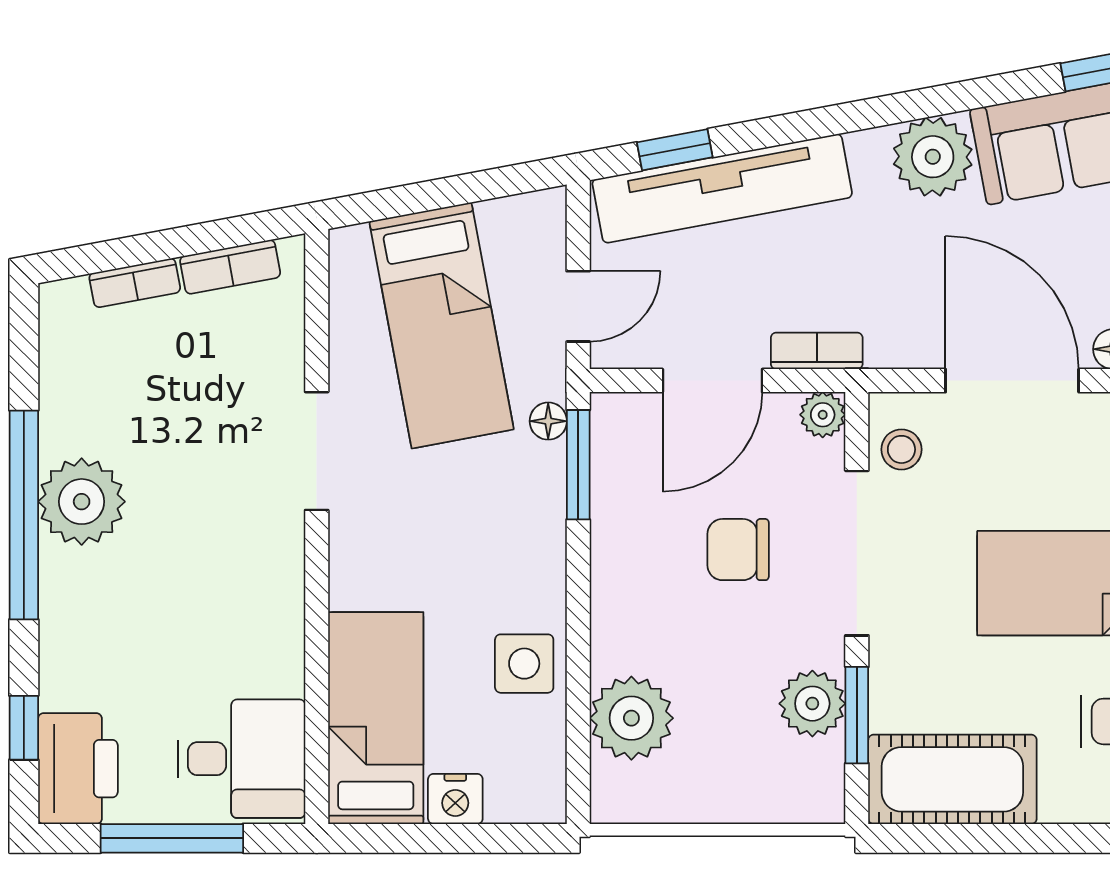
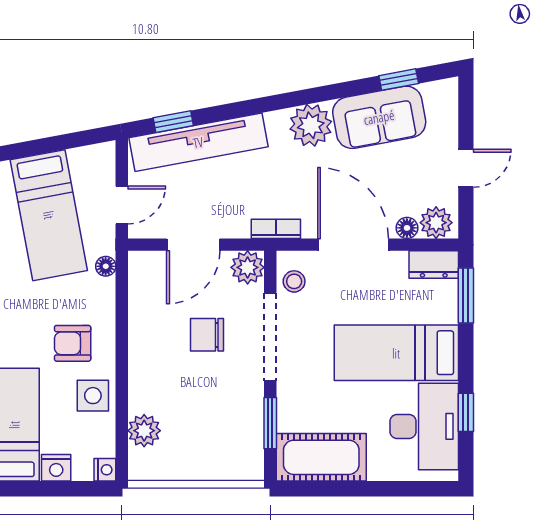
bookcase: (817, 351) -> (276, 229), moved
plant: (823, 415) -> (248, 267), width x1.38, depth x1.38
window: (578, 465) -> (122, 290), removed
armchair: (486, 565) -> (73, 343), added
plant: (812, 704) -> (247, 417), removed
plant: (631, 718) -> (144, 431), width x0.73, depth x0.73
nightstand: (547, 803) -> (105, 470), added

